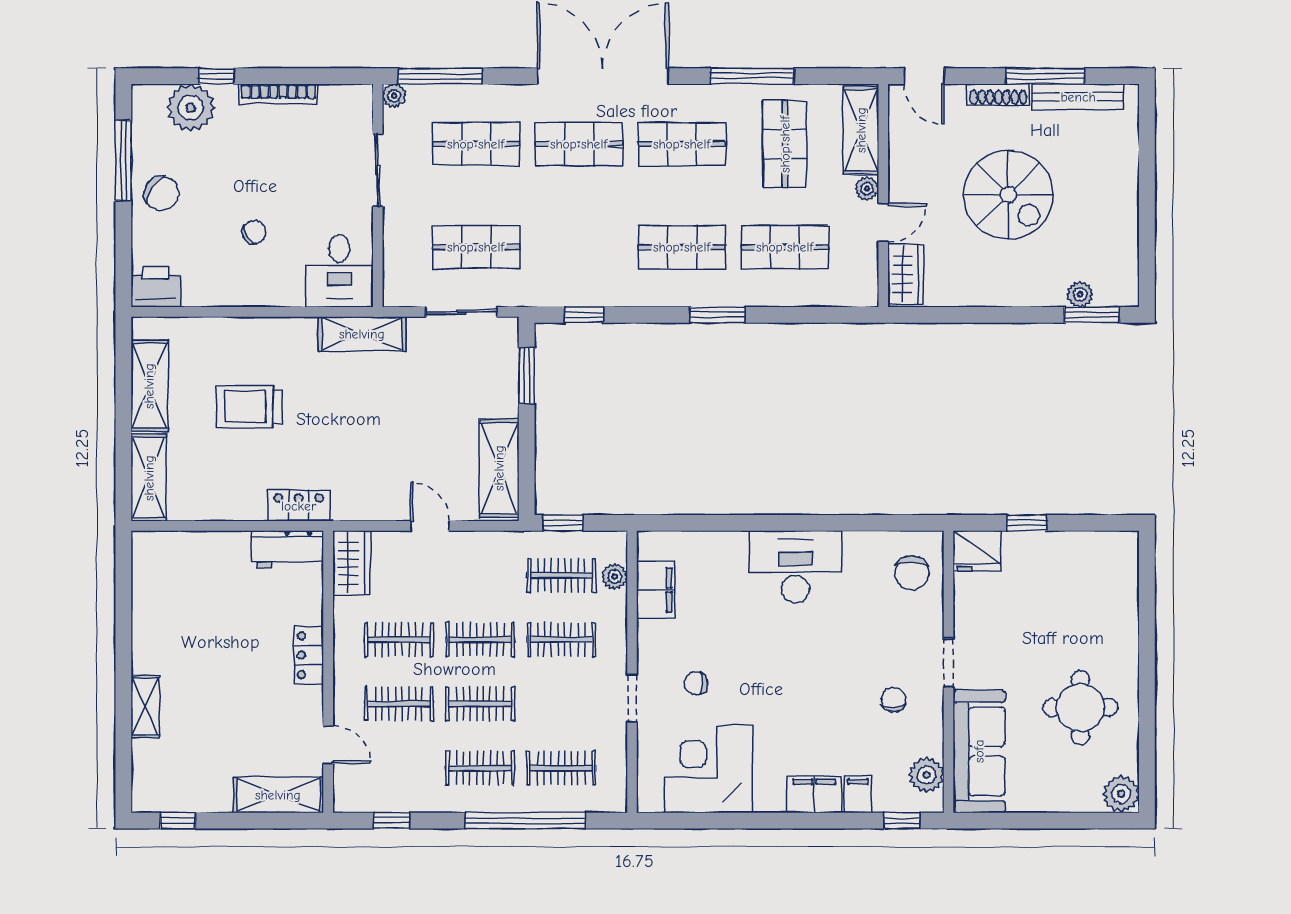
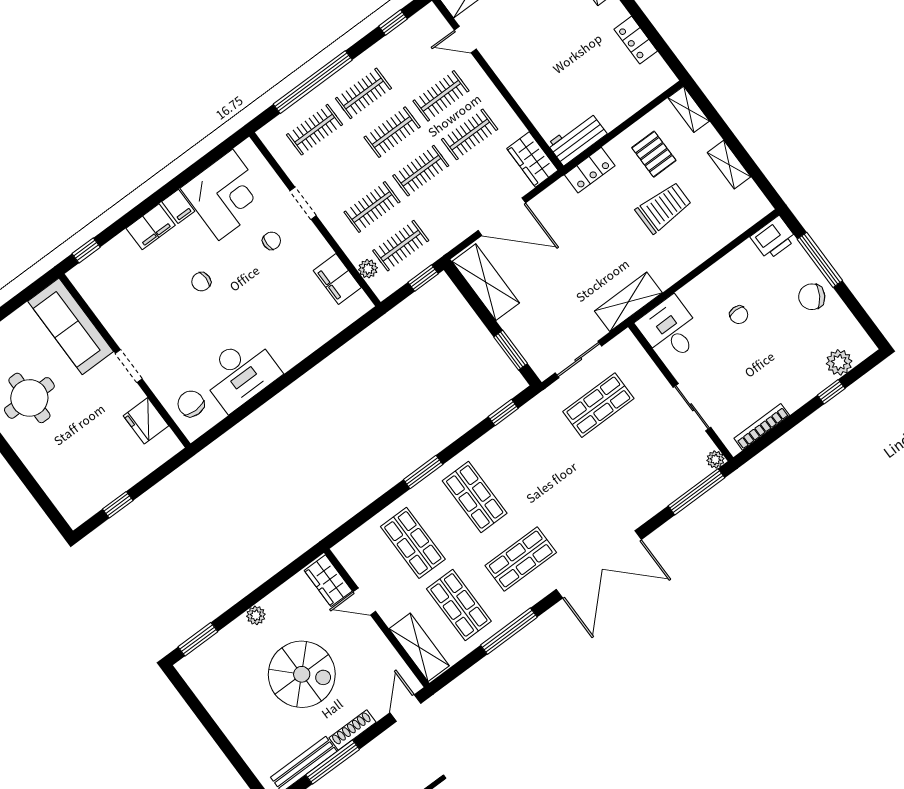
door: (924, 76) -> (405, 708), hinge flipped
bookcase: (278, 94) -> (762, 427), moved
plant: (191, 108) -> (839, 362), width x0.73, depth x0.73
shop shelf: (476, 144) -> (644, 467), removed
shop shelf: (579, 144) -> (583, 513), removed
window: (123, 160) -> (820, 260), moved
plant: (867, 189) -> (390, 615), removed
spiral stairs: (1008, 195) -> (302, 674), turned 180
door: (883, 223) -> (364, 602), hinge flipped
chair: (254, 232) -> (739, 315), turned -56
shop shelf: (682, 247) -> (475, 497), turned 90
shop shelf: (785, 247) -> (413, 543), turned 90
plant: (1080, 294) -> (256, 615), moved
shelving: (149, 386) -> (729, 165), width x0.67, depth x0.75
pallet: (217, 472) -> (654, 154), added
shelving: (149, 478) -> (689, 109), width x0.67, depth x0.75
window: (1027, 523) -> (118, 505), moved
door: (430, 526) -> (502, 217), width x1.88
fridge: (977, 551) -> (146, 421), moved, turned -90
desk: (796, 567) -> (240, 373), moved
locker: (309, 655) -> (636, 40), moved, turned 180
chair: (894, 699) -> (201, 282), moved, turned 90
plant: (926, 775) -> (92, 289), removed
filing cabinet: (858, 794) -> (178, 206), moved

